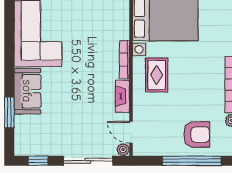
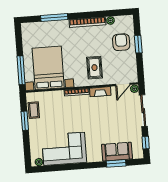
rug: (157, 75) -> (94, 68), moved, turned 90
sofa: (27, 91) -> (117, 152), moved
window: (192, 161) -> (138, 44), width x0.47

